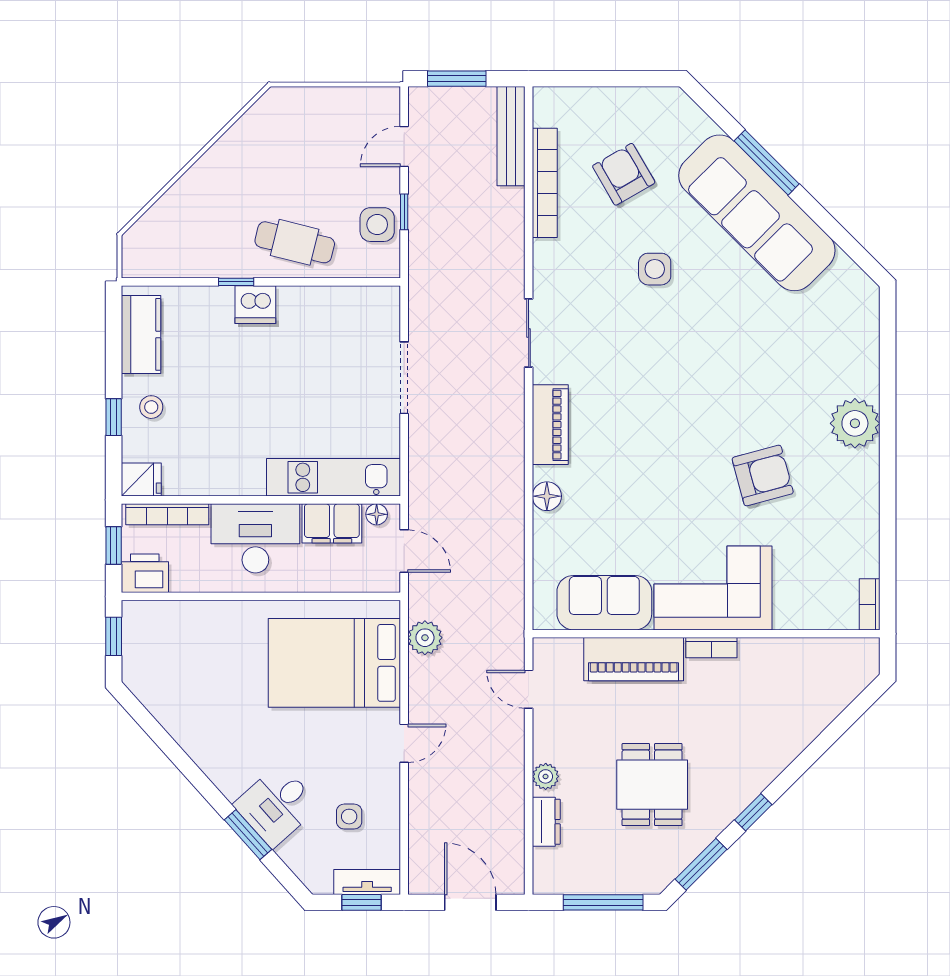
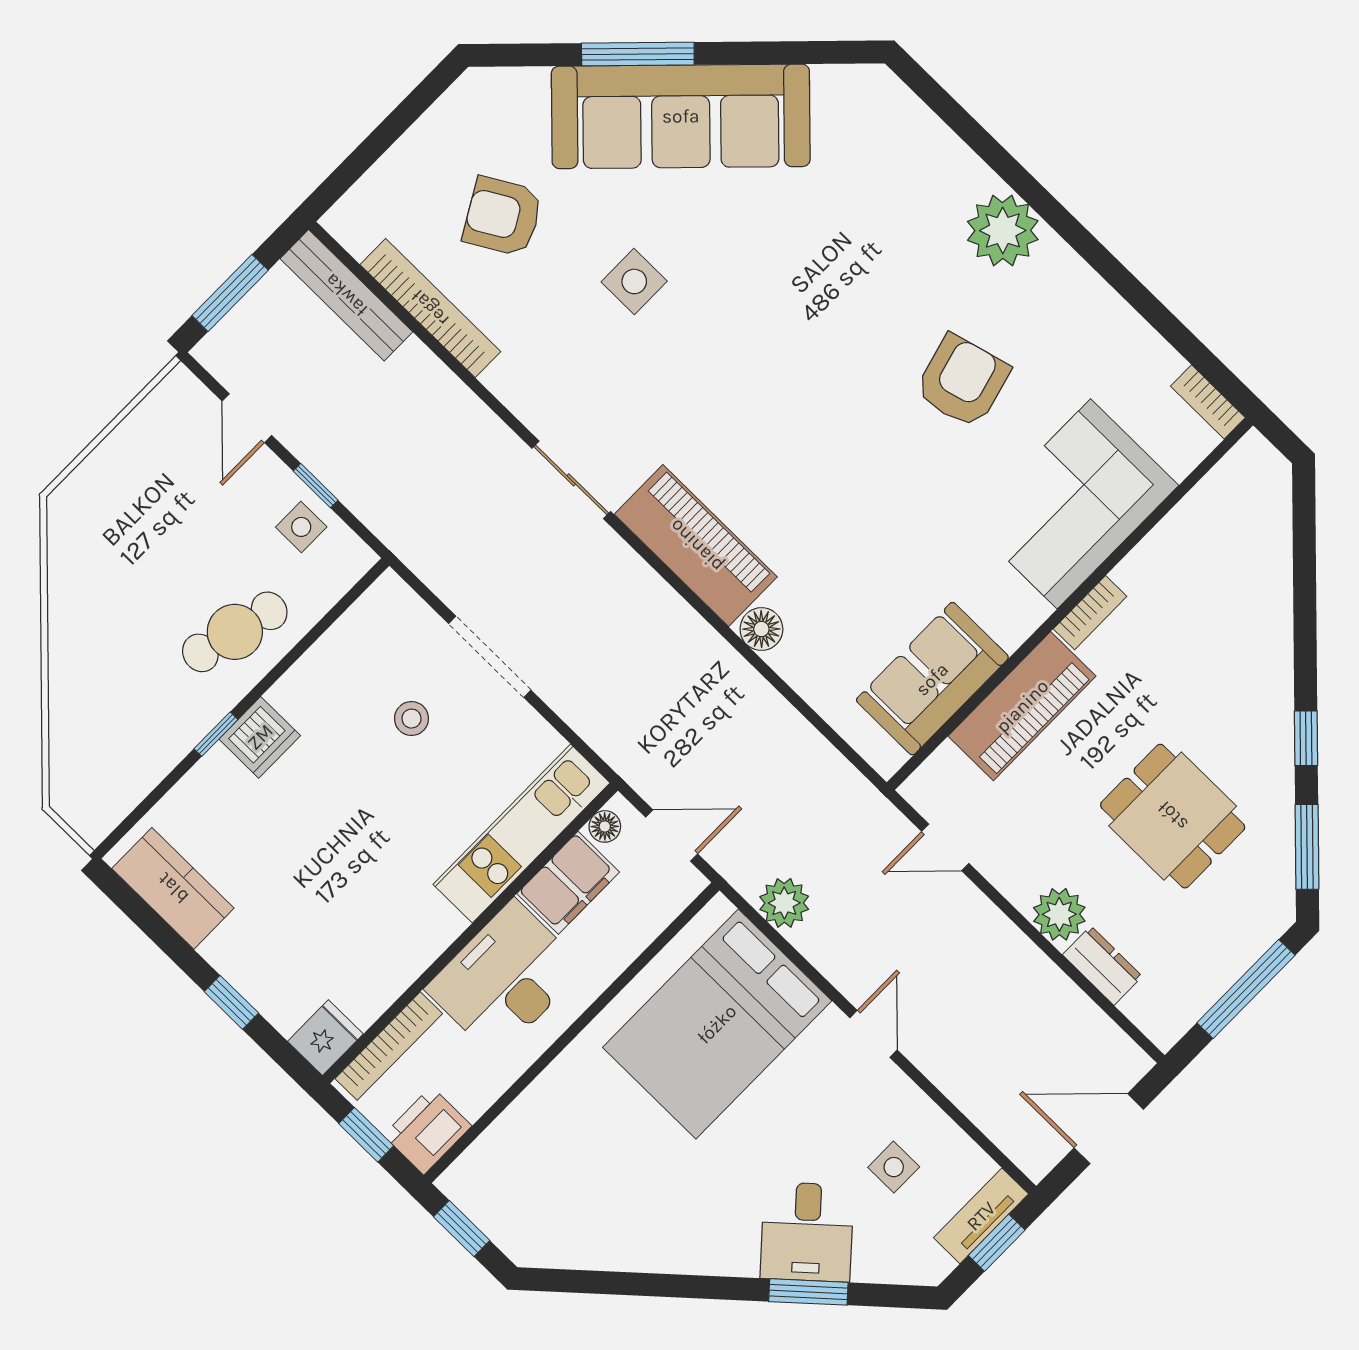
side table: (377, 225) -> (301, 527), width x0.73, depth x0.73
stool: (151, 407) -> (411, 719), moved
piano: (550, 425) -> (696, 546), width x1.37, depth x1.33
corner sofa: (713, 588) -> (1074, 504), moved
plant: (546, 776) -> (1059, 914), width x1.38, depth x1.38

